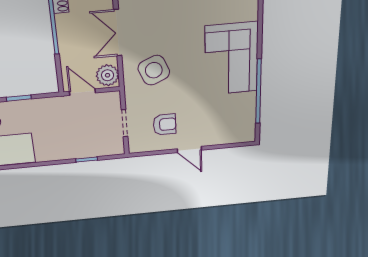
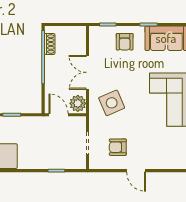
armchair: (165, 124) -> (118, 147), turned 180

